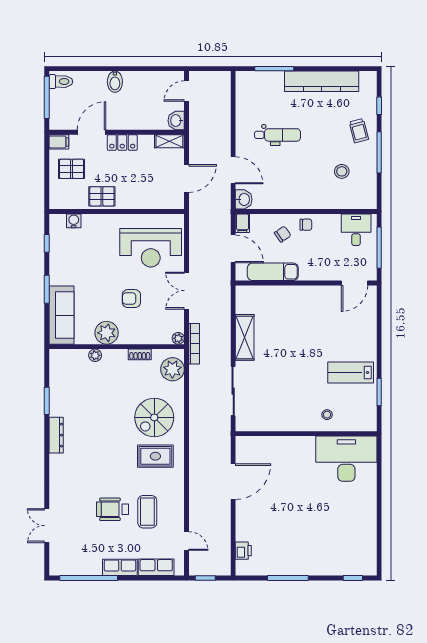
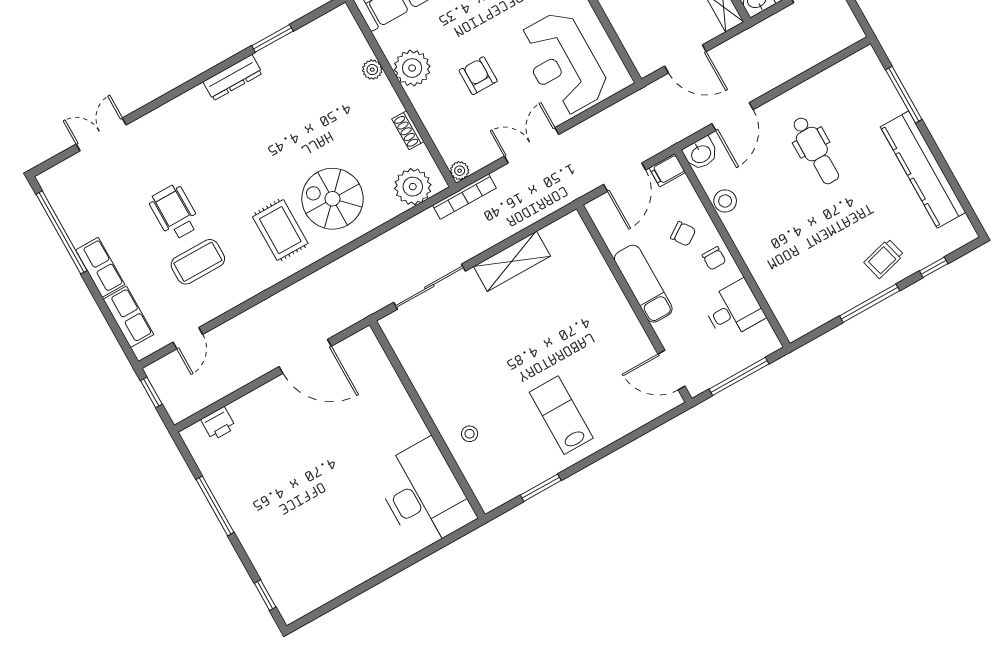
stool: (342, 171) -> (725, 201), moved
desk: (356, 230) -> (734, 310), moved
exam couch: (273, 272) -> (643, 284), moved
lab bench: (351, 372) -> (561, 415), moved

